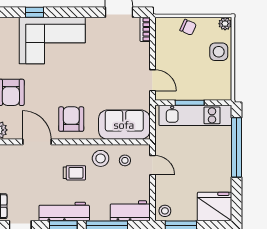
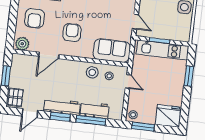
armchair: (71, 119) -> (72, 33), moved
door: (37, 142) -> (49, 55), swing flipped
window: (236, 147) -> (189, 76), width x0.47
trolley: (74, 173) -> (73, 80), removed
workbench: (130, 211) -> (95, 110), moved

